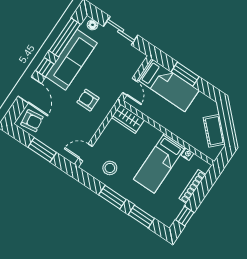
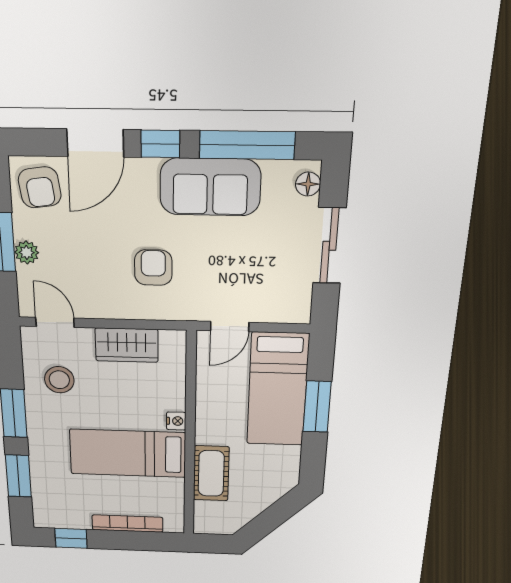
sofa: (71, 60) -> (210, 187), width x0.73
wardrobe: (128, 119) -> (127, 345), moved, turned -90
cot: (214, 131) -> (211, 473), moved, turned -45
plant: (52, 143) -> (27, 252), added
nightstand: (187, 154) -> (176, 421), moved

